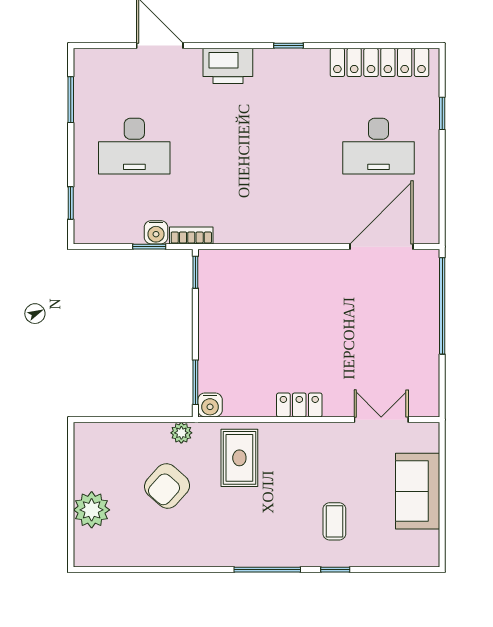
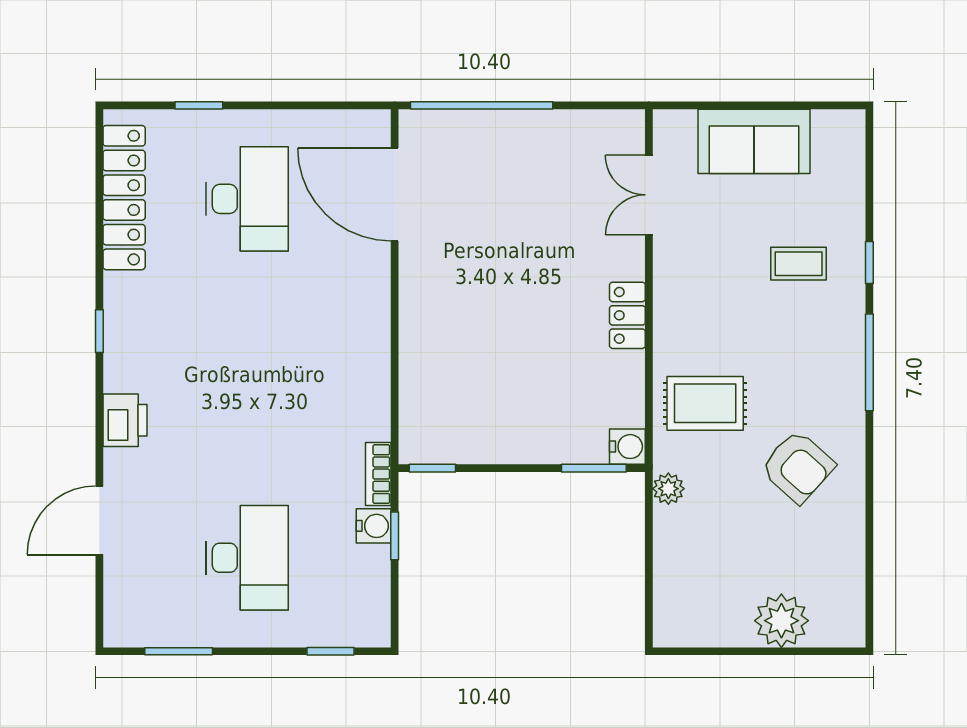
printer: (228, 66) -> (125, 420), width x0.73, depth x0.84
armchair: (167, 486) -> (798, 467), moved

